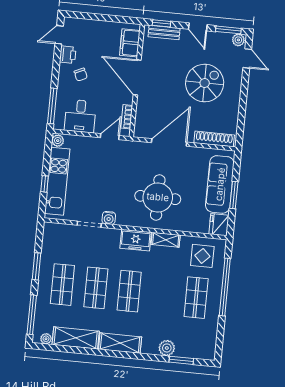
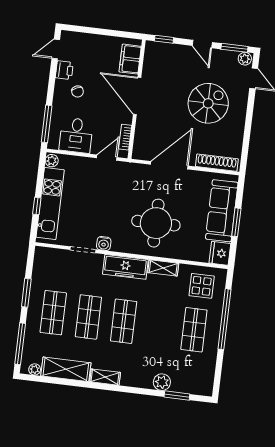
bench: (164, 32) -> (167, 49), removed
freezer: (136, 240) -> (125, 267), width x1.40
shelving: (120, 343) -> (105, 377), width x0.67, depth x0.75

